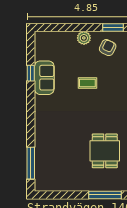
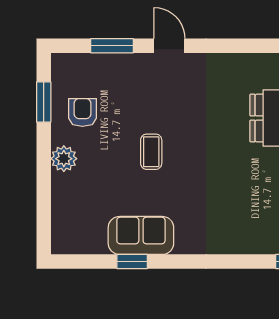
armchair: (108, 48) -> (82, 112), turned 64

